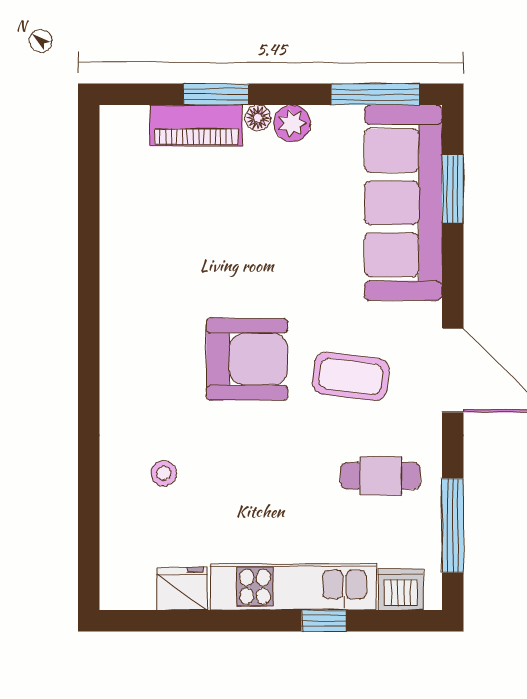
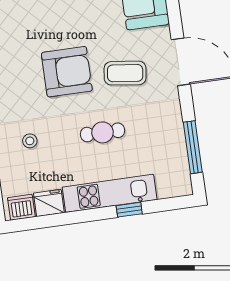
cafe table: (380, 476) -> (102, 132), moved
dishwasher: (401, 589) -> (21, 207), moved

